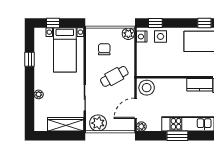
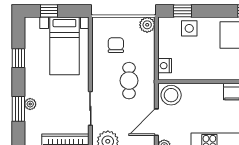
nightstand: (142, 37) -> (165, 66), moved
cafe table: (114, 76) -> (129, 81), turned -61
window: (30, 98) -> (18, 109), added

